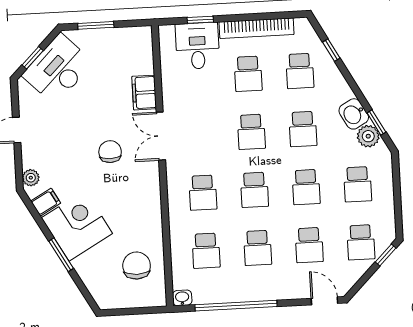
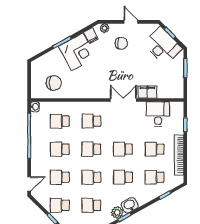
desk: (197, 46) -> (158, 114), moved, turned -90
chair: (110, 152) -> (121, 43), moved

